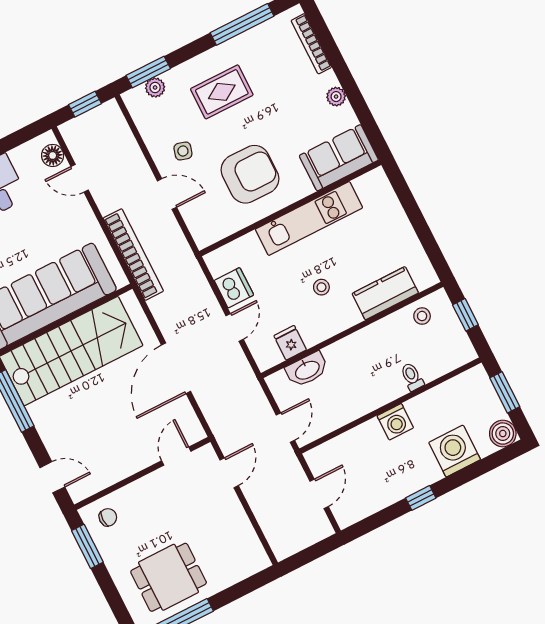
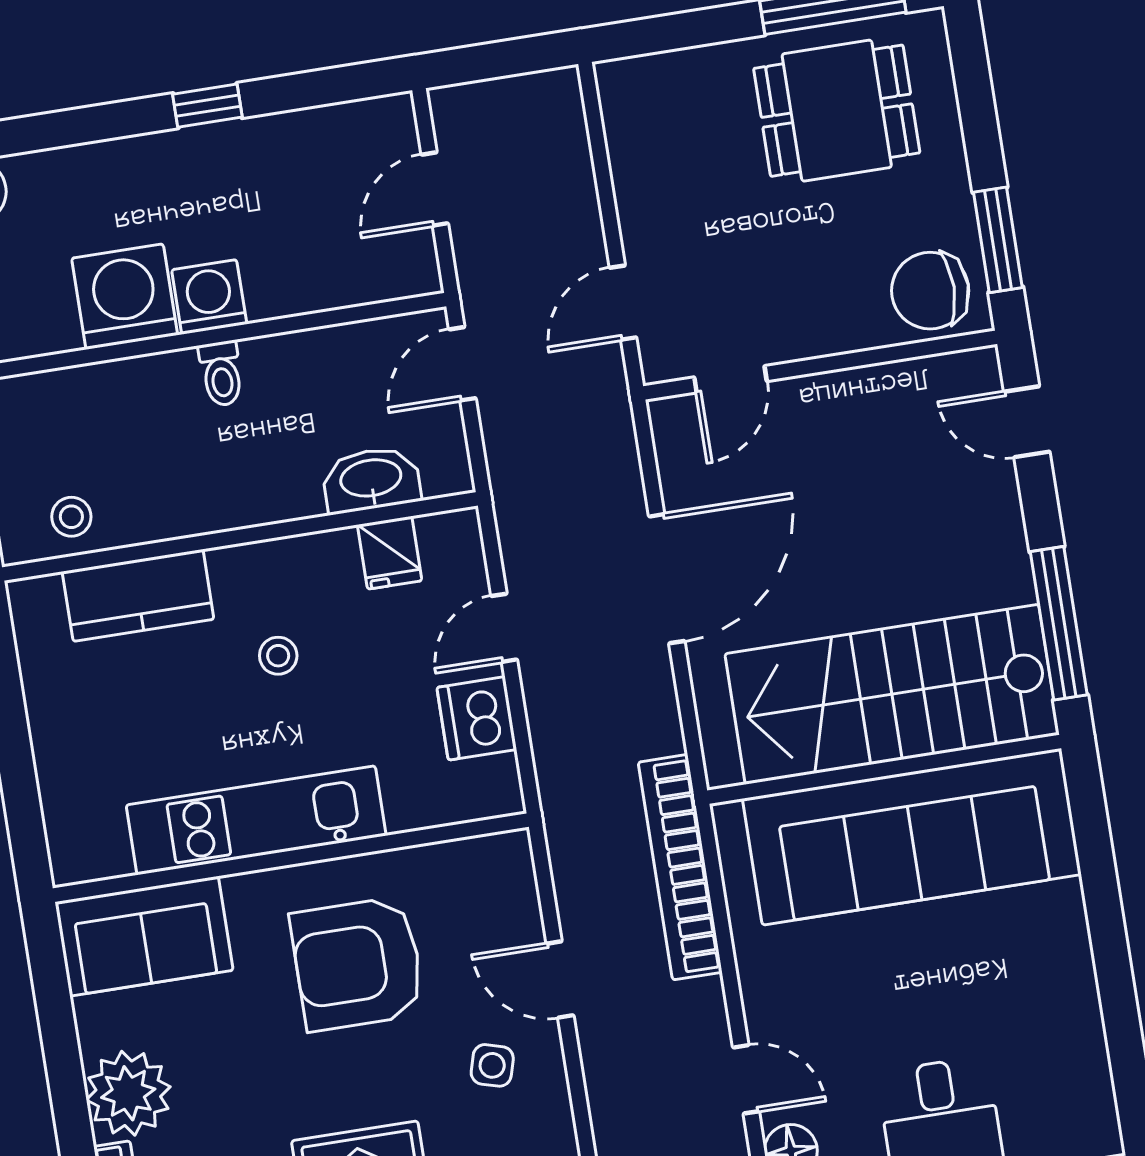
plant: (336, 97) -> (128, 1093), width x1.88, depth x1.88
toilet: (412, 377) -> (221, 374), moved
washing machine: (455, 451) -> (125, 297), moved, turned 180
chair: (108, 517) -> (930, 291), width x1.87, depth x1.87

